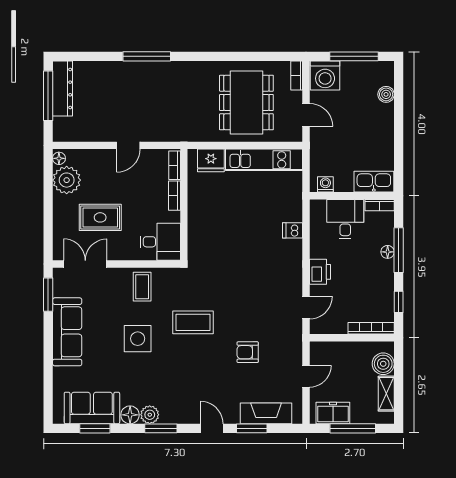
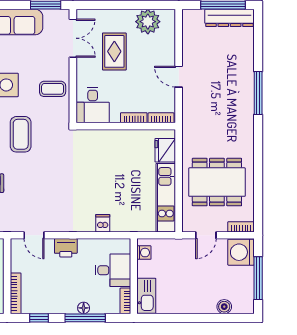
floor lamp: (59, 158) -> (167, 15), removed

